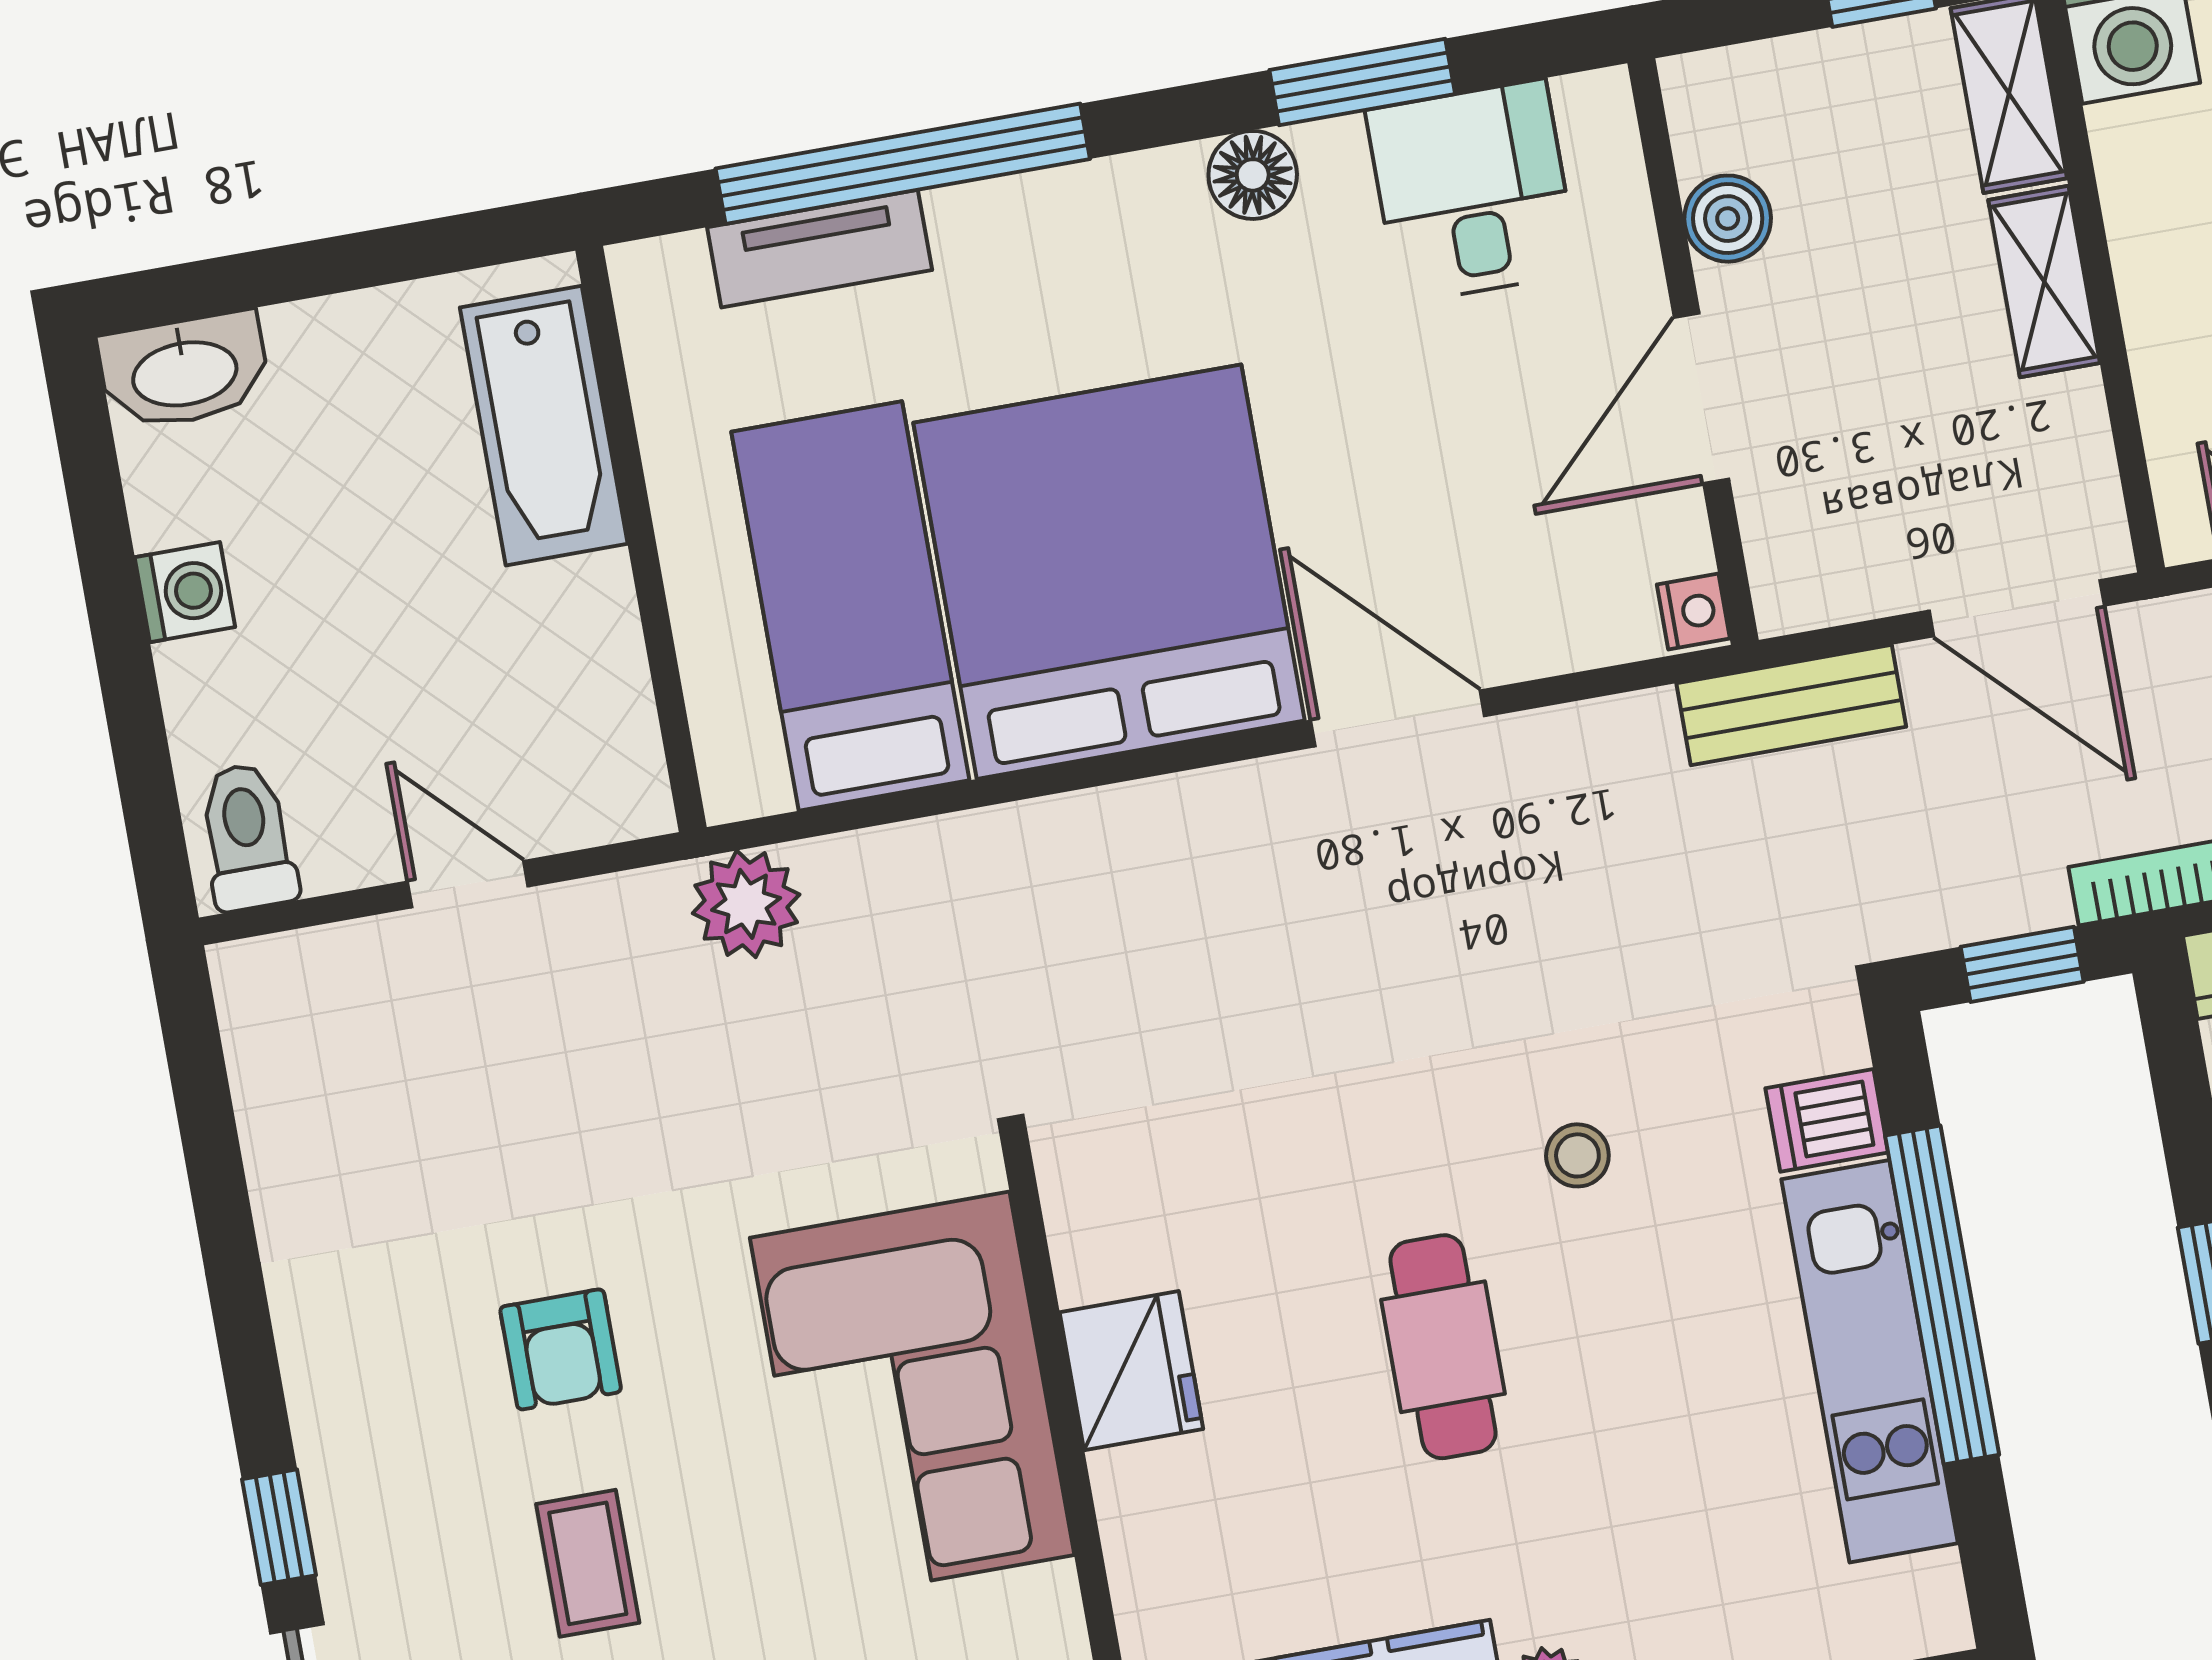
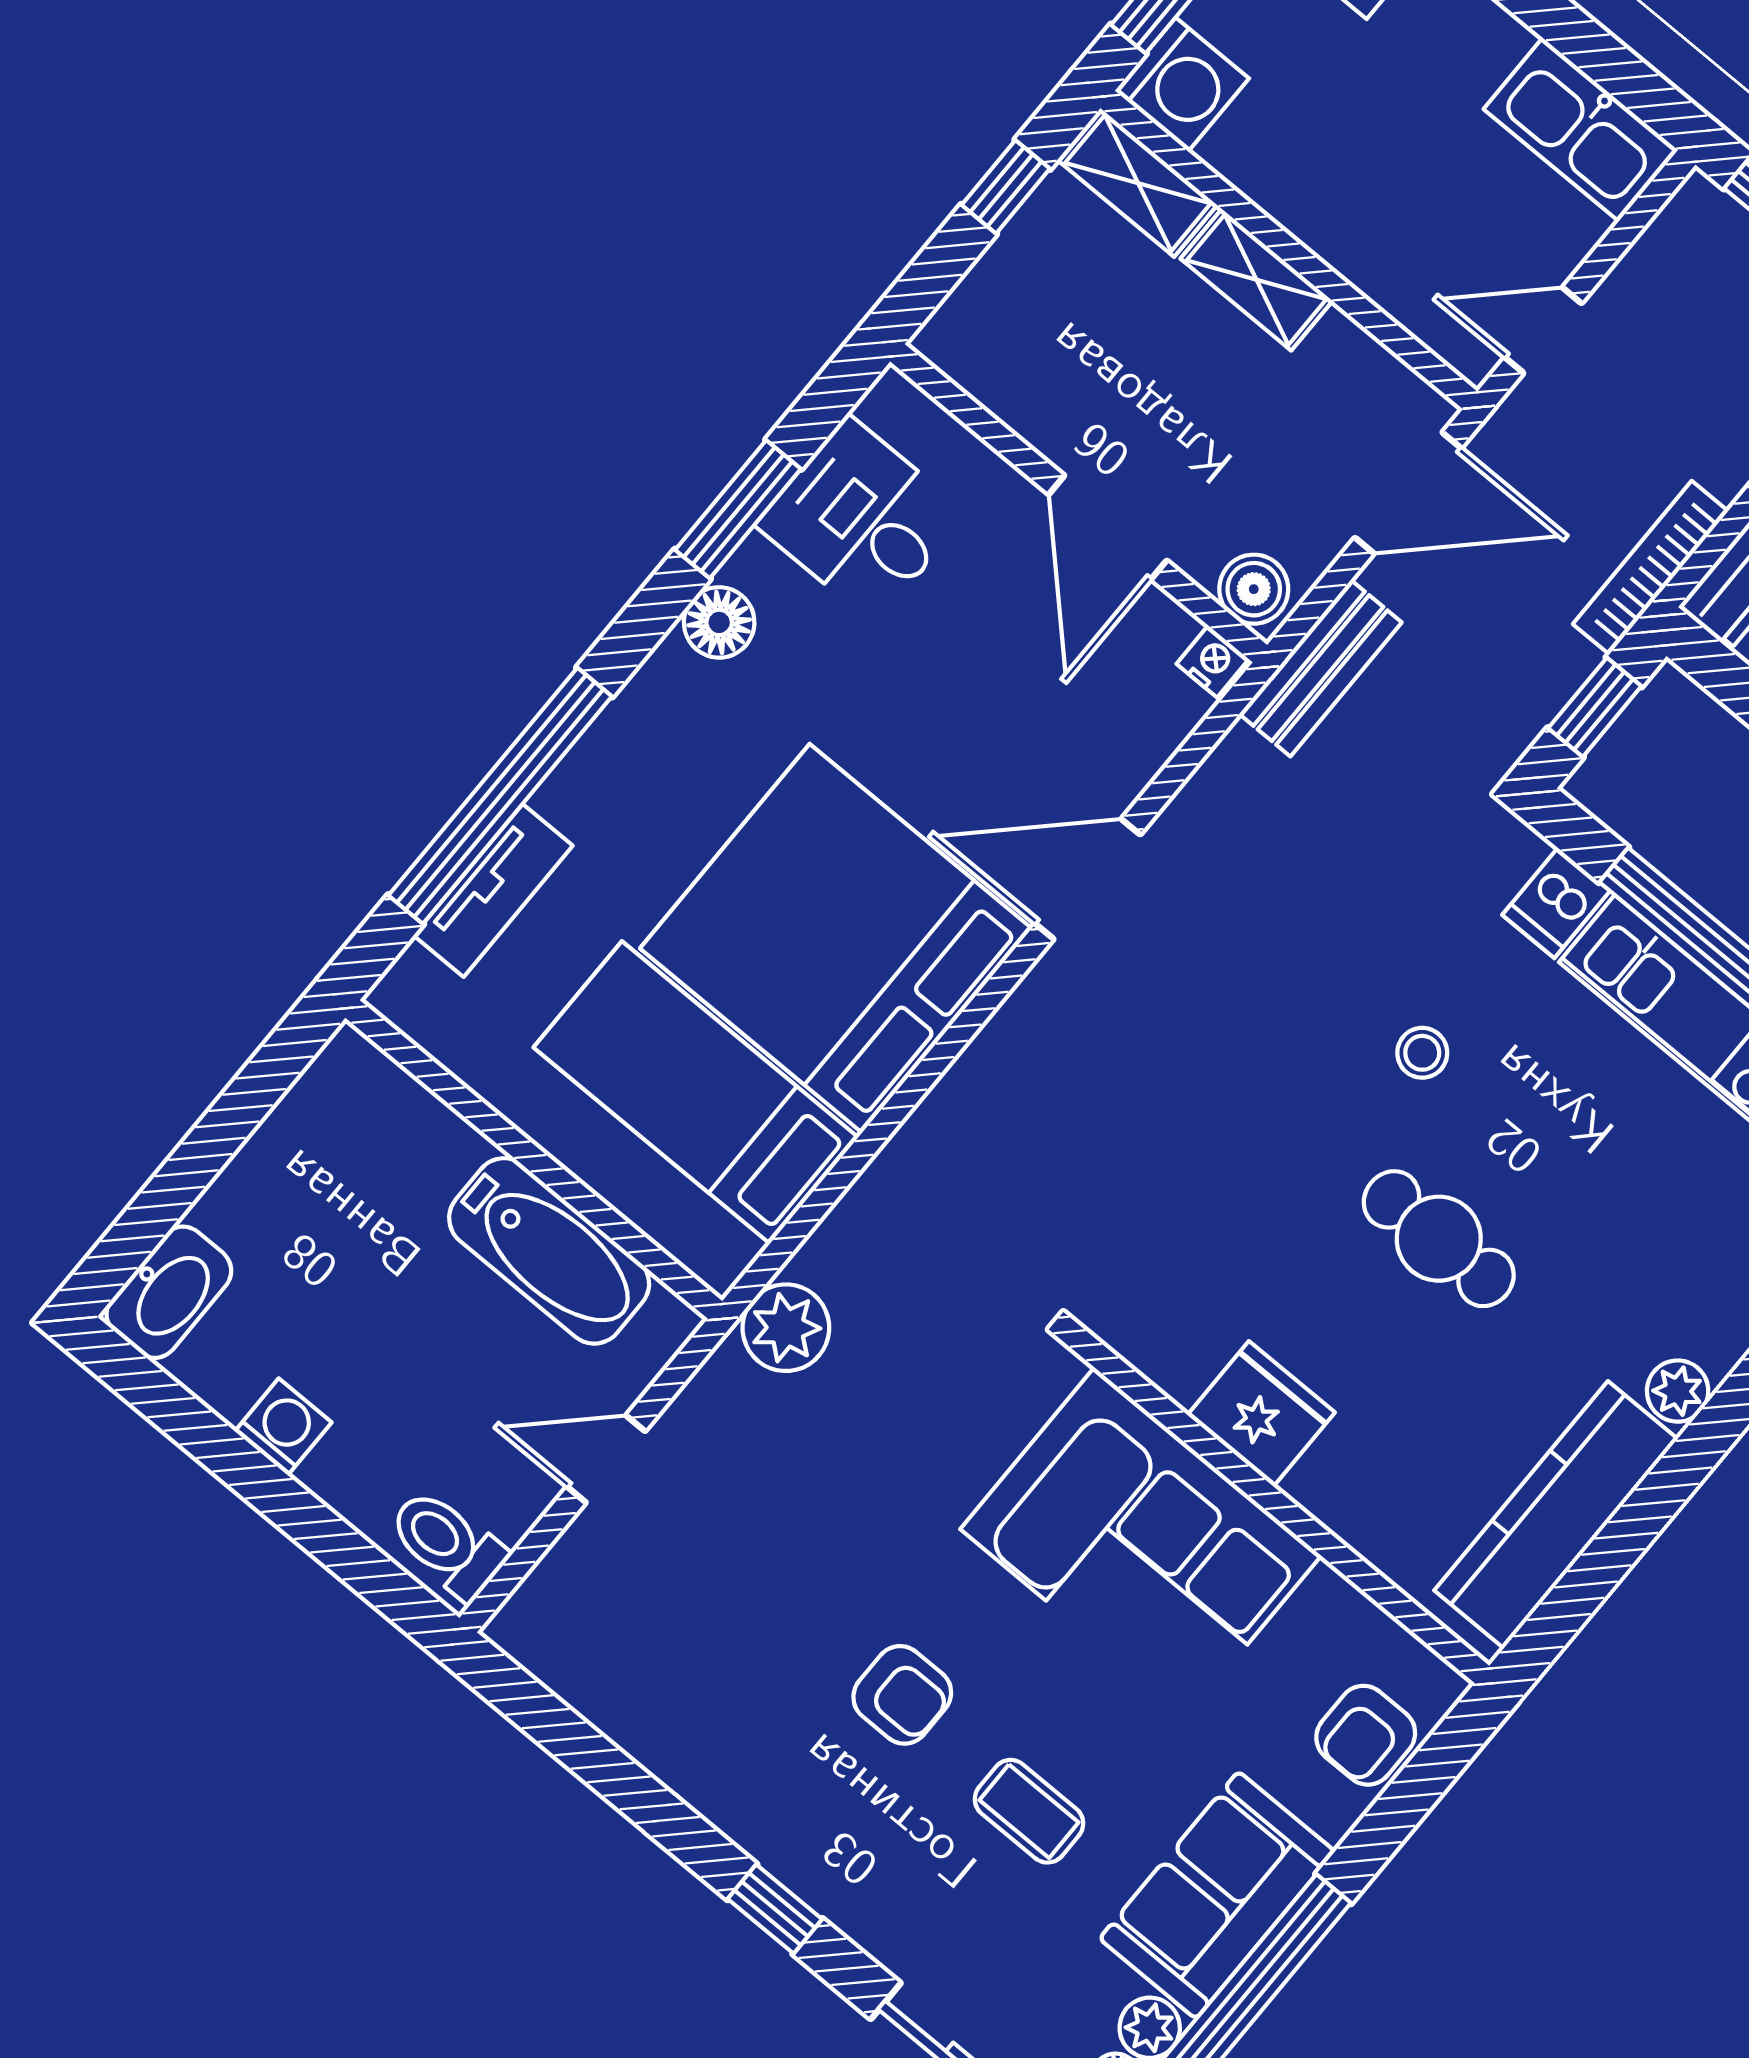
boiler: (1728, 219) -> (1254, 589), moved
bathtub: (544, 426) -> (549, 1251), moved
window: (279, 1527) -> (775, 1909), moved

